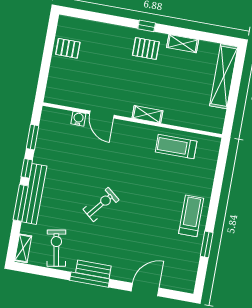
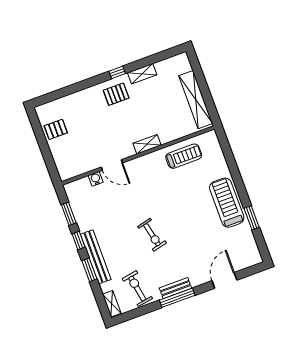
window: (147, 26) -> (117, 72), moved
shelving: (224, 76) -> (196, 100), moved
treadmill: (176, 147) -> (184, 156), turned 180
window: (21, 203) -> (89, 270), width x0.69
exercise bike: (101, 205) -> (152, 235), turned 128
treadmill: (191, 216) -> (227, 203), width x1.37, depth x1.38

